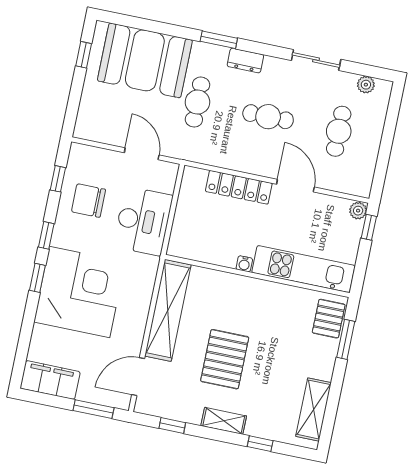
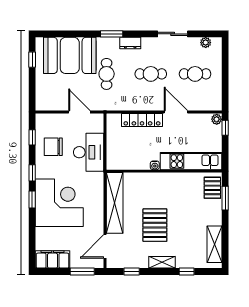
cafe table: (339, 131) -> (195, 74), turned 90

